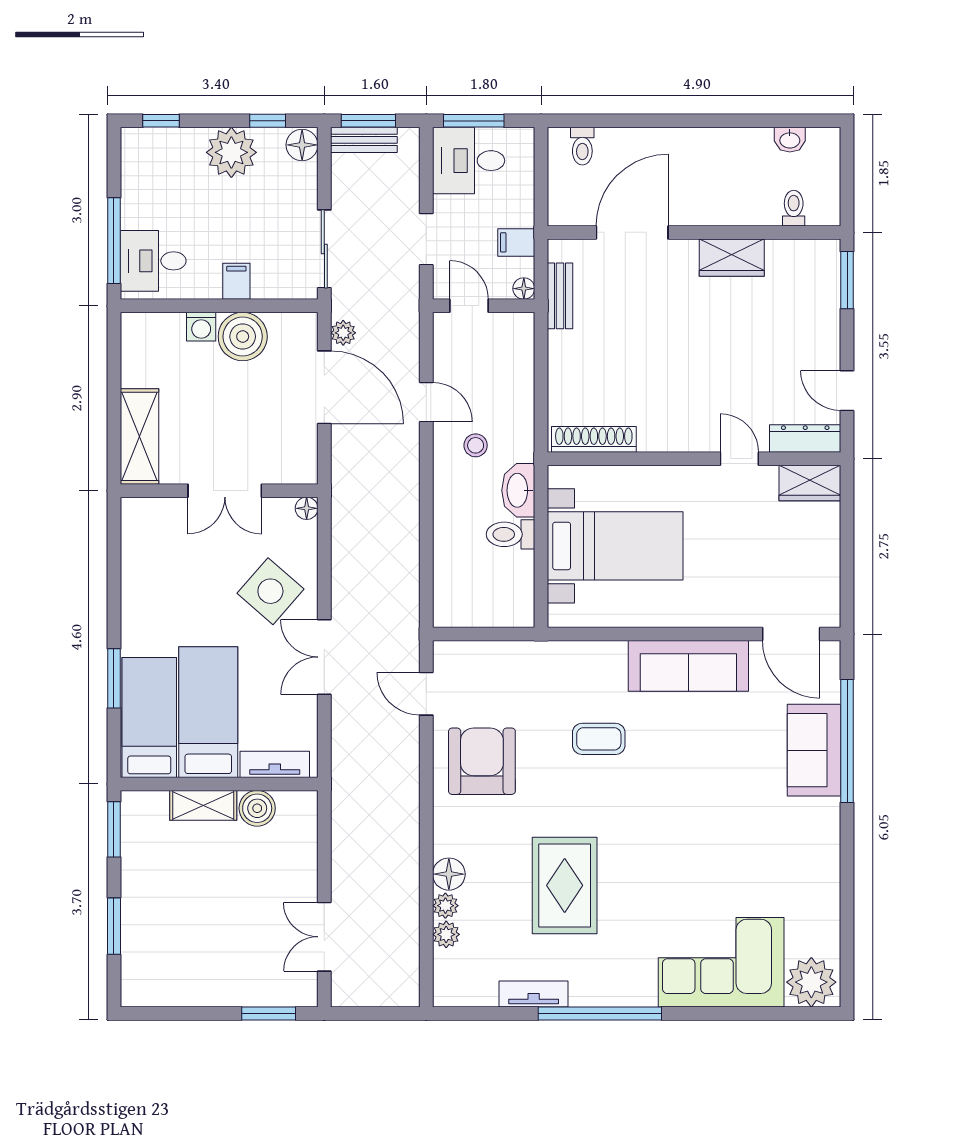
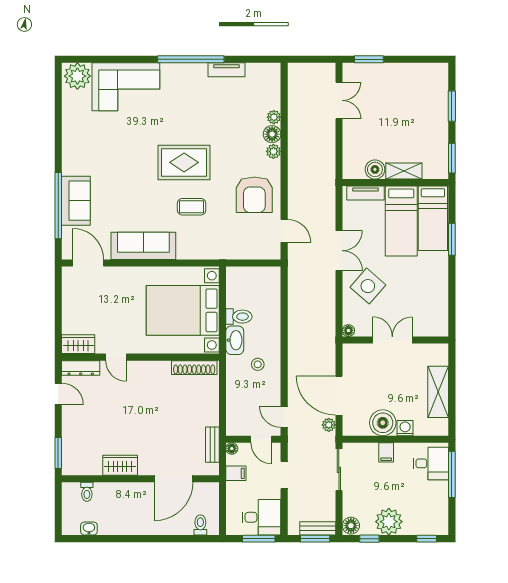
door: (426, 402) -> (284, 417), moved
shelving: (139, 436) -> (438, 392), moved
bed with nightstands: (615, 546) -> (183, 310), width x1.36
rug: (565, 885) -> (184, 162), moved, turned 90
plant: (446, 934) -> (273, 151), moved

